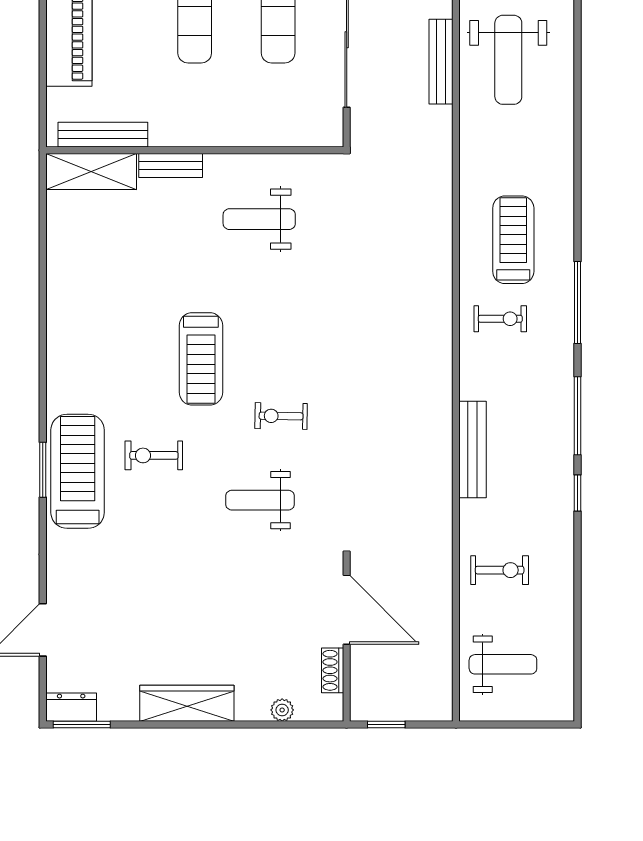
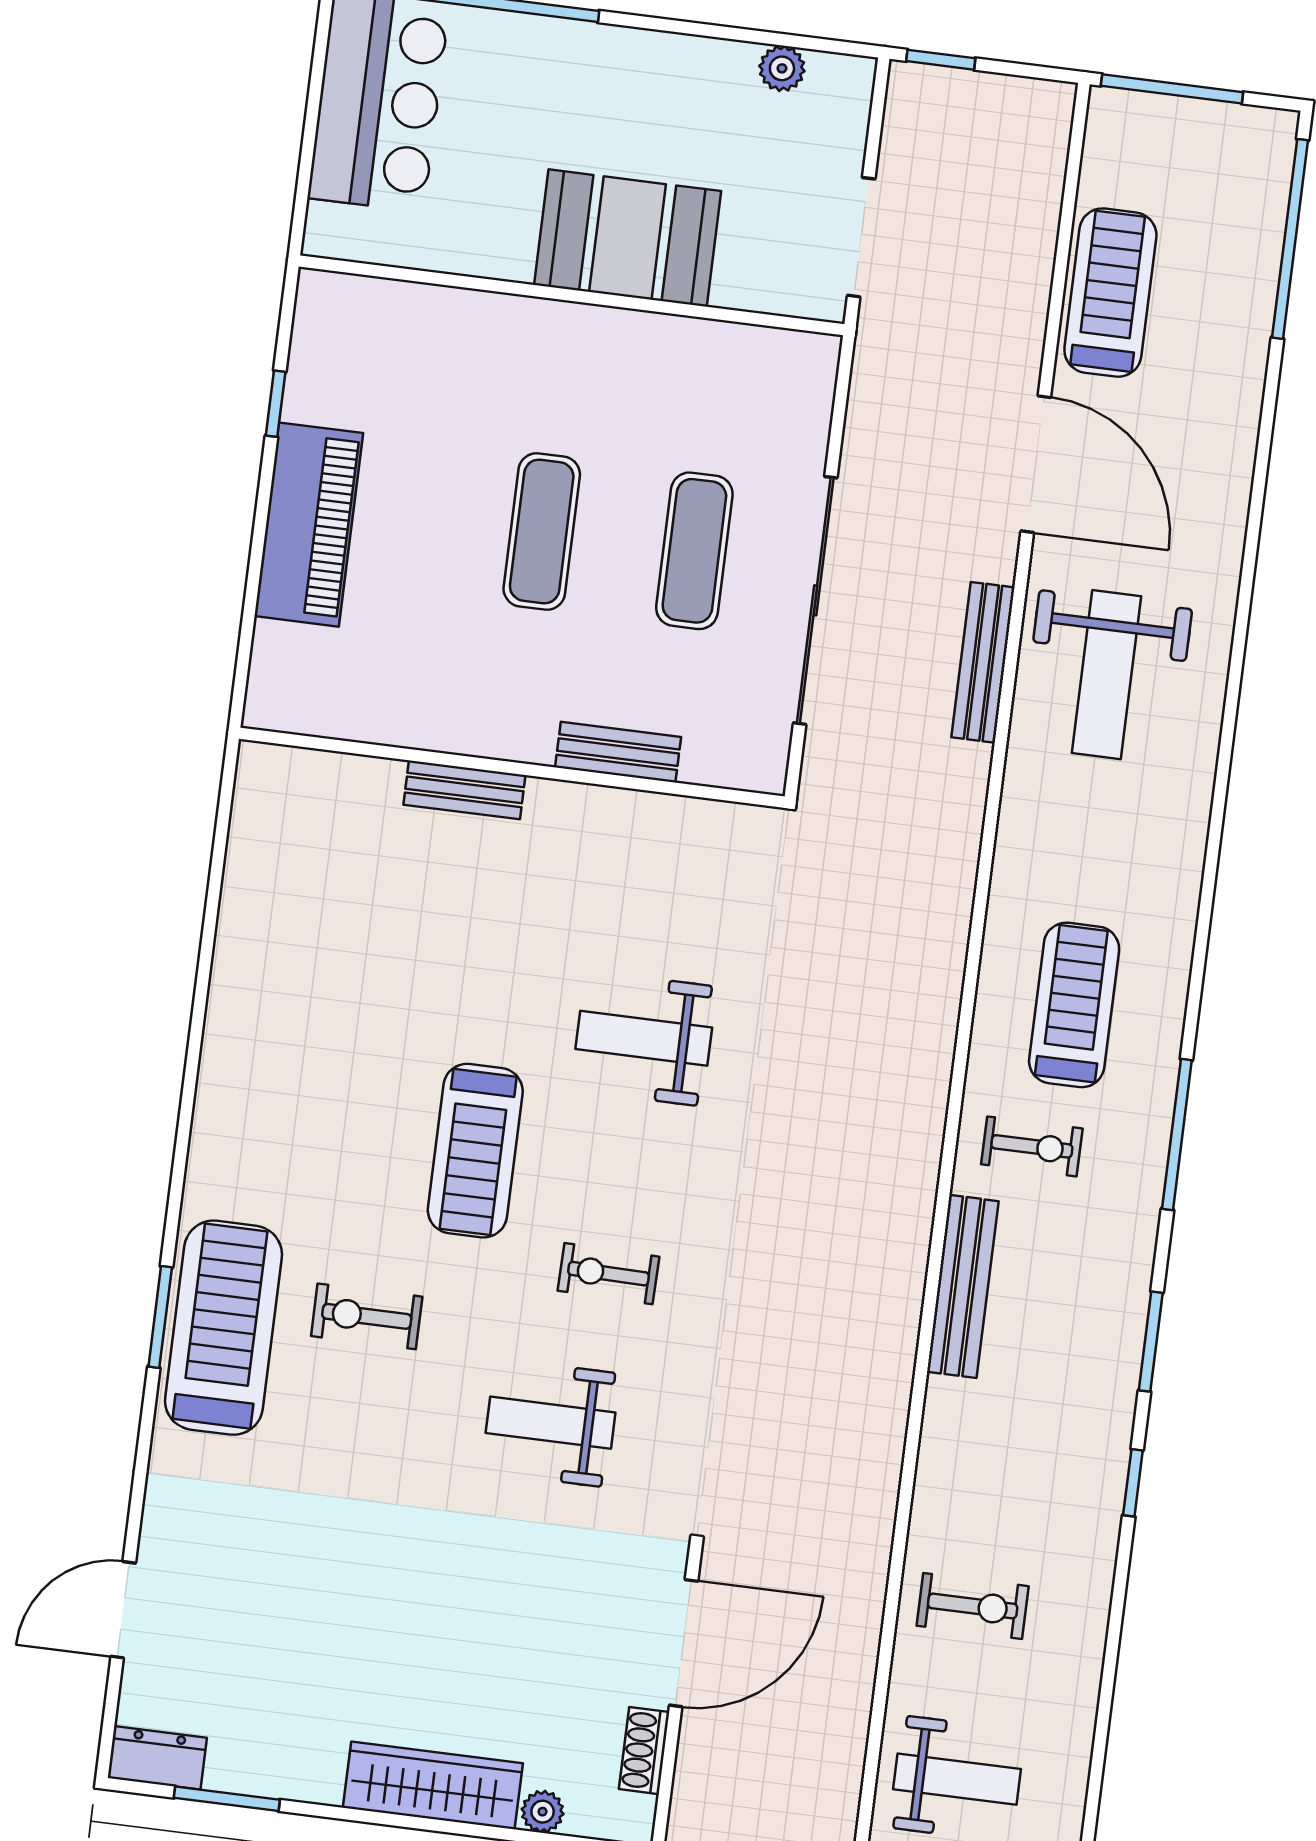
bench: (103, 135) -> (618, 752), moved, width x0.73
shelving: (91, 171) -> (318, 782), removed
weight bench: (259, 219) -> (644, 1038), moved
window: (577, 416) -> (1151, 1342), width x0.69
bench: (473, 449) -> (963, 1286), moved
door: (347, 610) -> (684, 1643), hinge flipped
wardrobe: (187, 703) -> (433, 1785), moved
window: (82, 725) -> (227, 1799), moved

